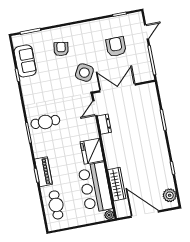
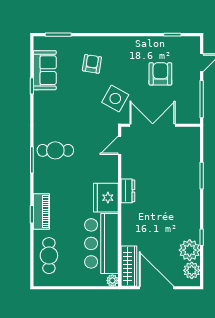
dresser: (104, 124) -> (128, 191), moved
plant: (165, 180) -> (190, 250), added
wardrobe: (117, 184) -> (129, 266), moved

